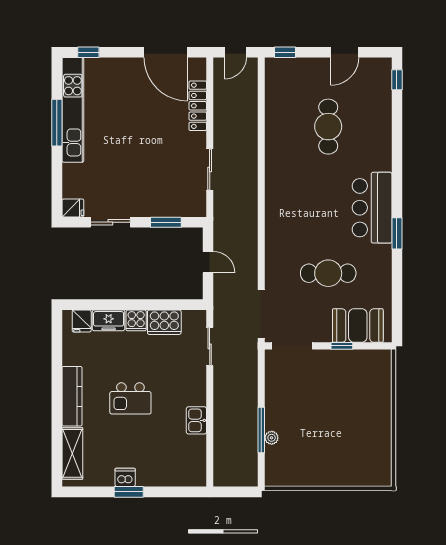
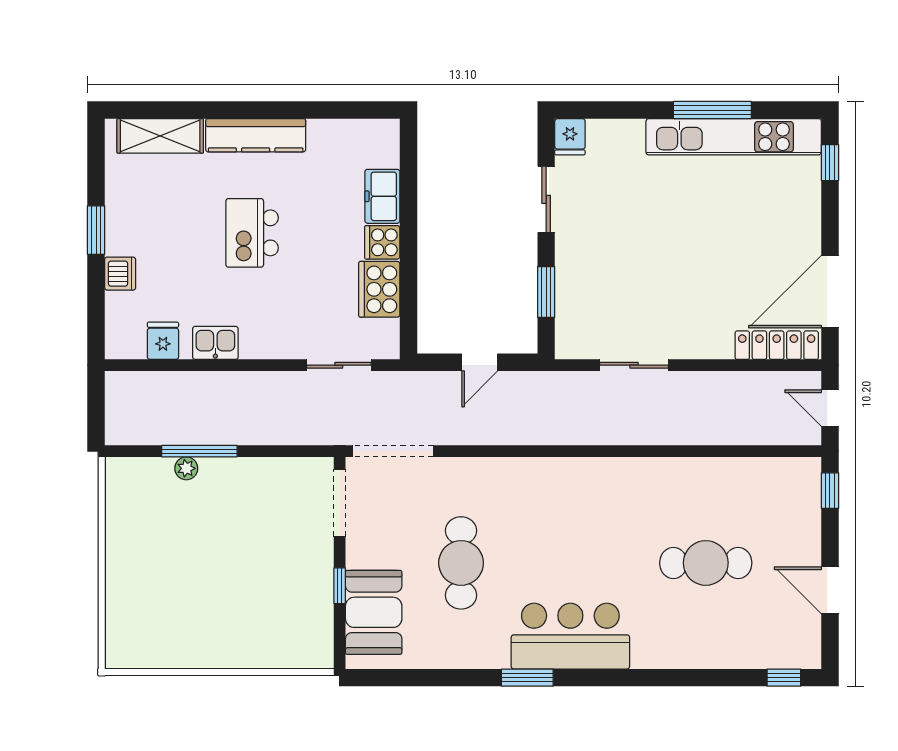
locker: (198, 106) -> (777, 345), moved
fridge: (82, 321) -> (163, 341), moved, turned 90
dishwasher: (125, 477) -> (120, 274), moved

